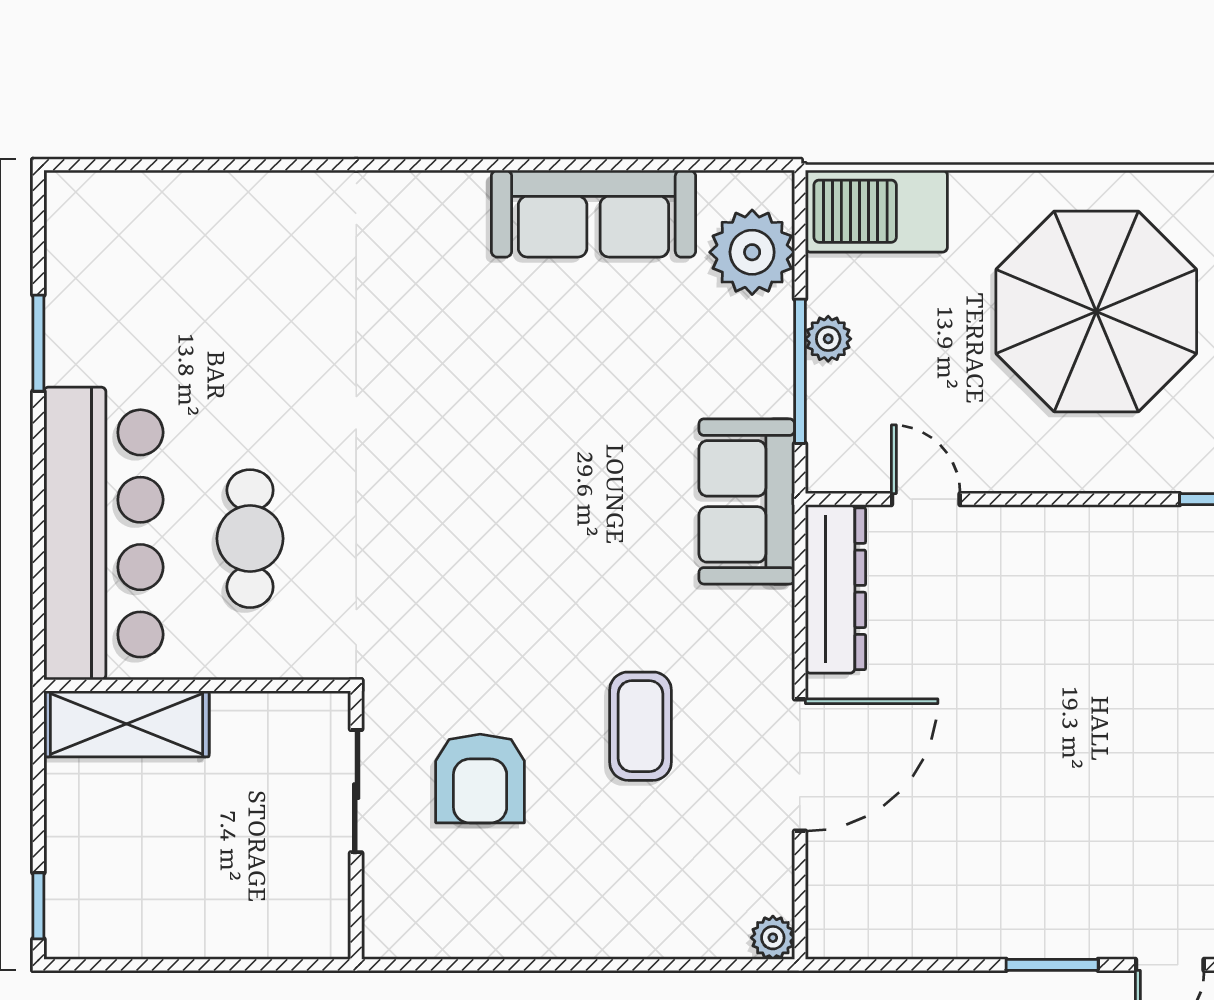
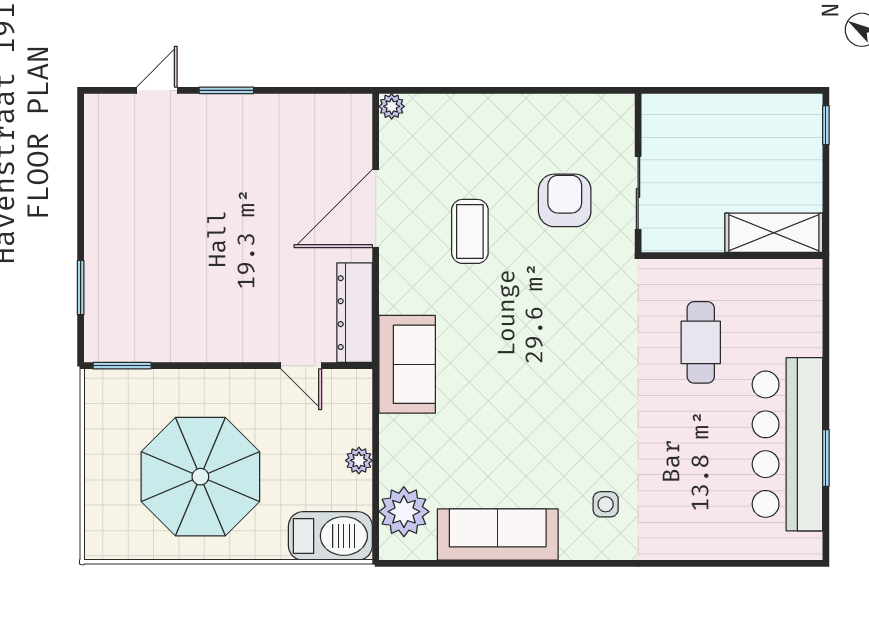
side table: (411, 265) -> (606, 504), added
window: (800, 371) -> (376, 441), removed
bar counter: (103, 533) -> (787, 444), moved

